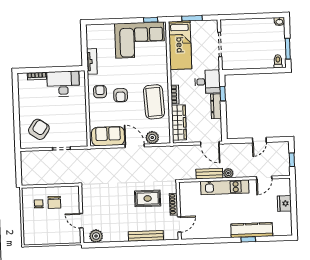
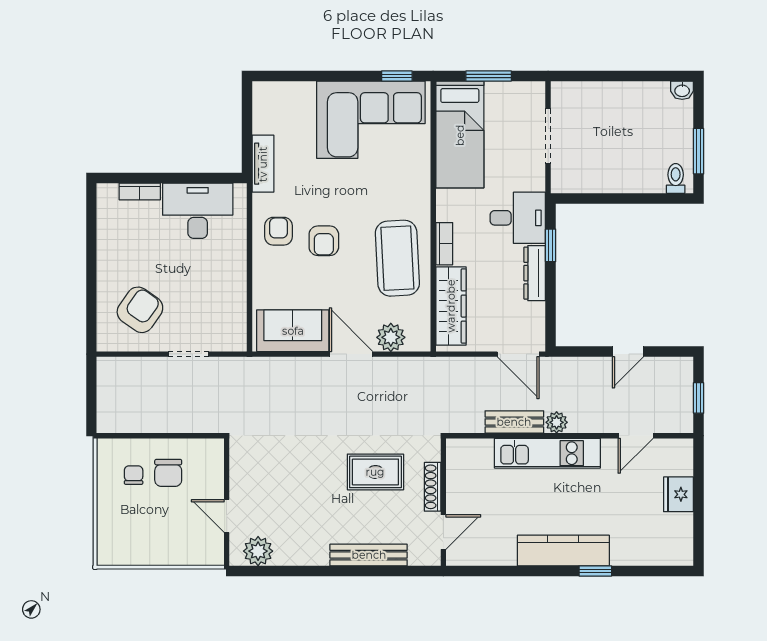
kitchen counter: (252, 230) -> (563, 550), moved

